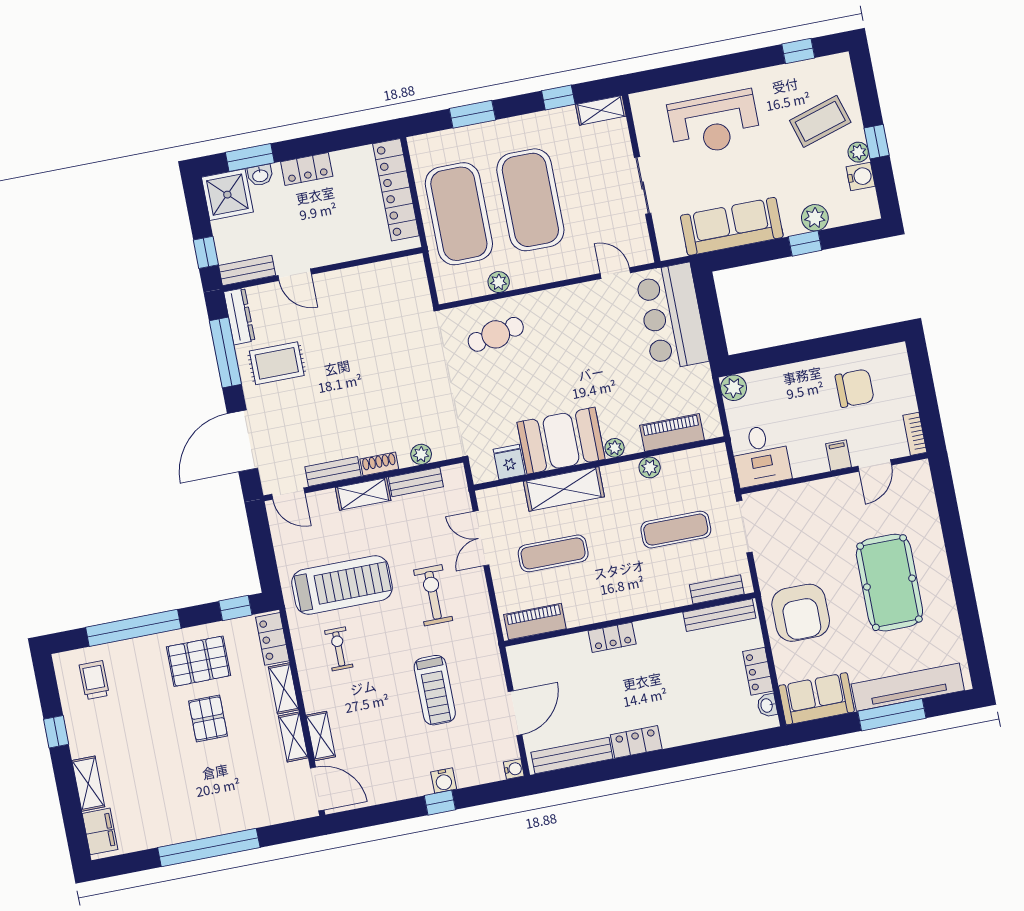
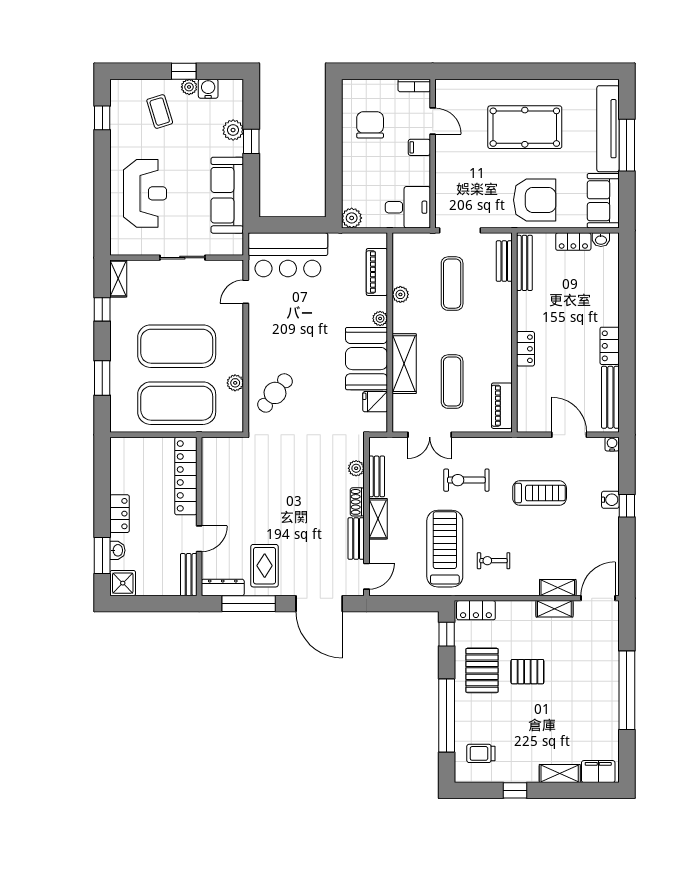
coffee table: (820, 121) -> (160, 112), width x0.73, depth x0.77
locker: (396, 190) -> (186, 476), moved, turned 90
shower: (227, 195) -> (123, 583), width x0.73, depth x0.73
window: (206, 252) -> (169, 604), removed
cafe table: (496, 334) -> (275, 393), turned 50
shelving: (284, 688) -> (516, 609), removed

